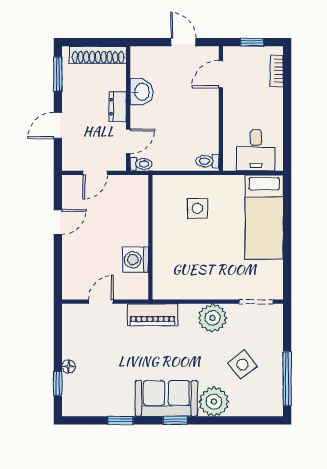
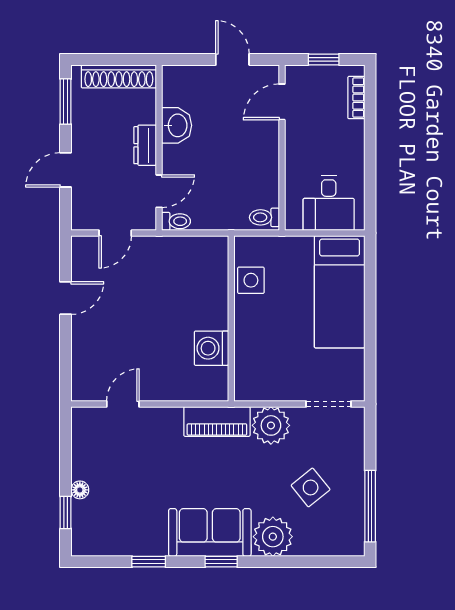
wall: (150, 237) -> (231, 319), moved
washing machine: (135, 260) -> (211, 348), moved
piano: (153, 315) -> (217, 421), moved

